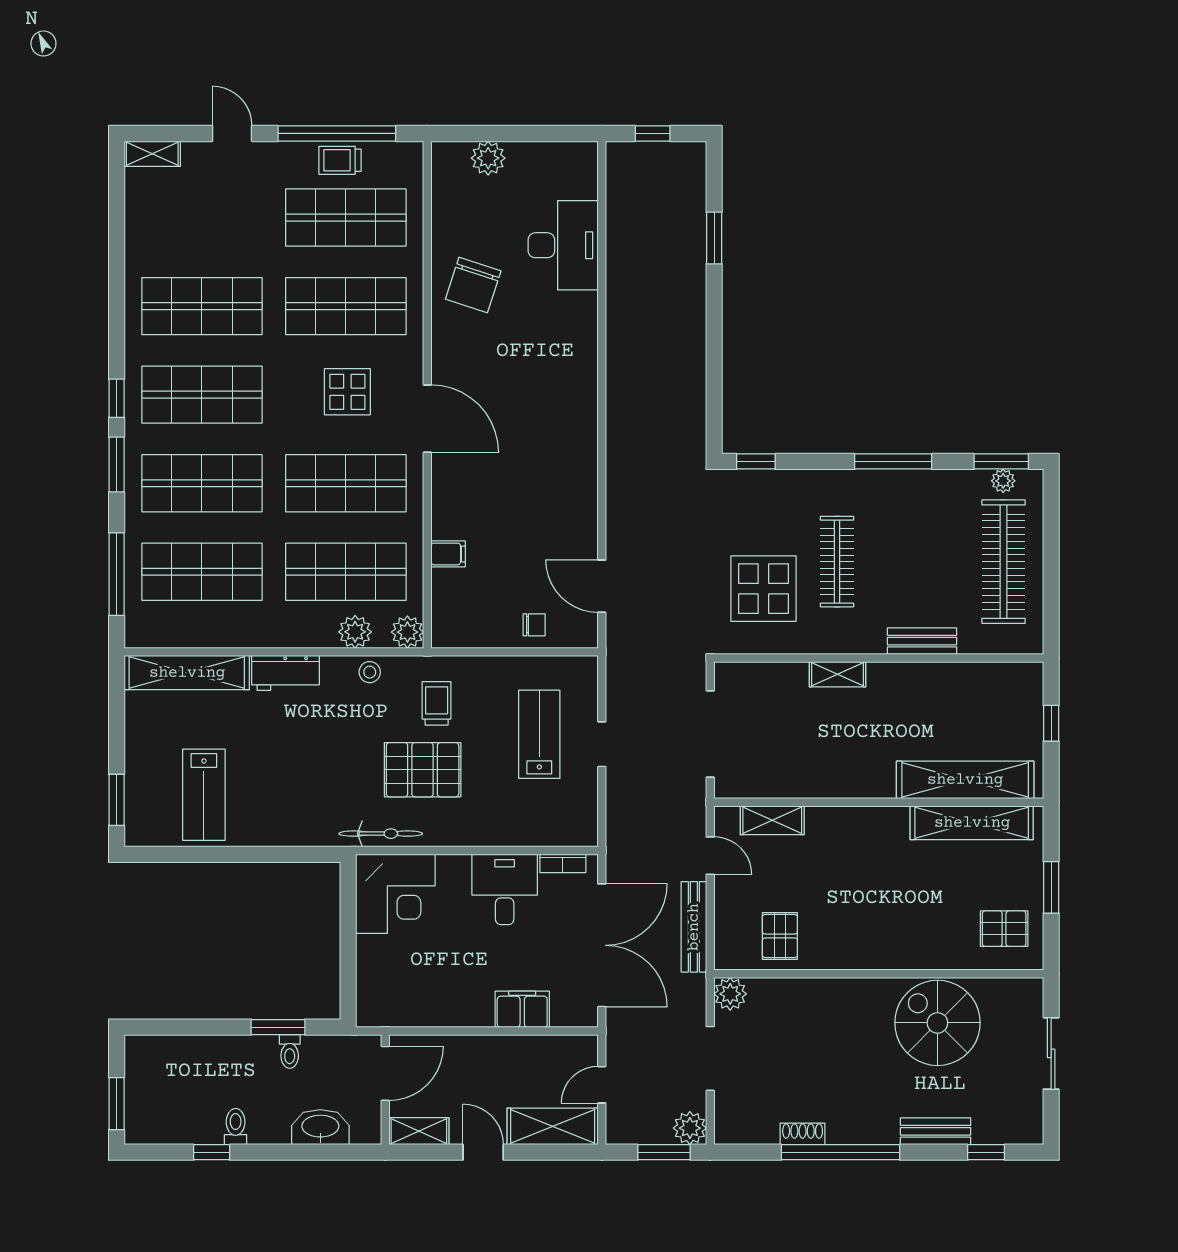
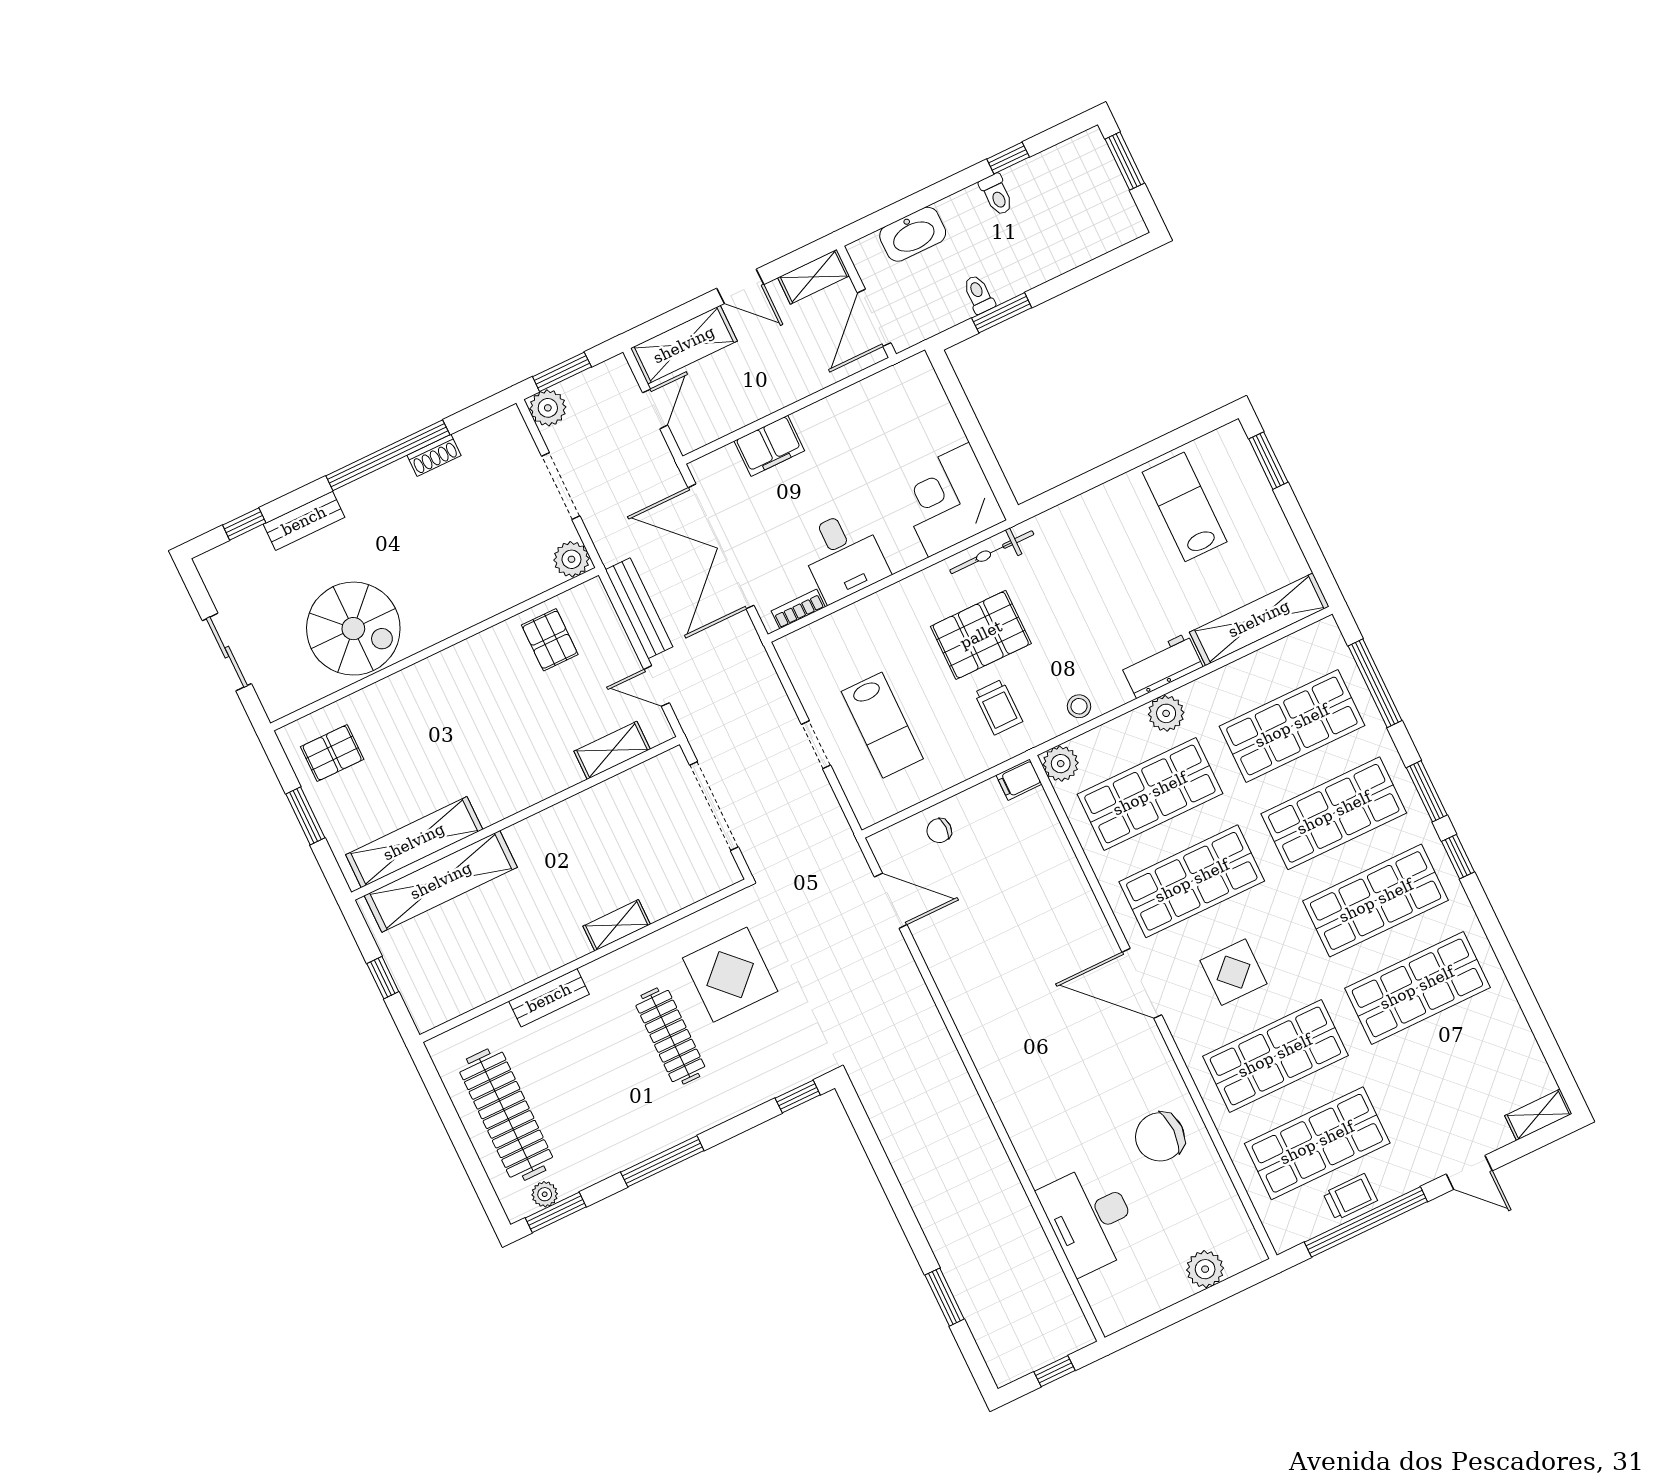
chair: (473, 285) -> (1160, 1137), turned -108
filing cabinet: (448, 554) -> (1019, 780), moved
plant: (355, 632) -> (1166, 713), moved

